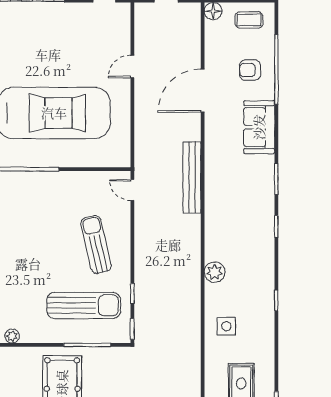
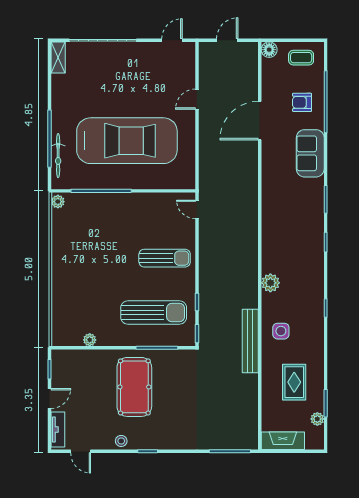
bench: (192, 177) -> (250, 341), moved
sun lounger: (96, 244) -> (165, 258), turned 103

